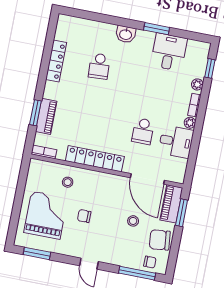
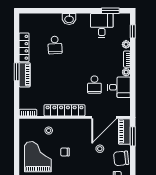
window: (157, 29) -> (110, 11), moved
window: (35, 113) -> (17, 72), moved
piano: (46, 116) -> (25, 75), moved
door: (147, 179) -> (104, 117), hinge flipped

